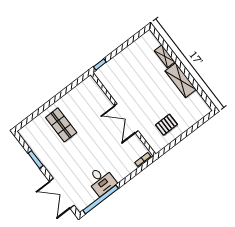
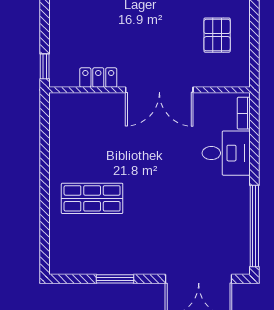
locker: (112, 90) -> (98, 78), added
desk: (101, 181) -> (226, 153), moved

